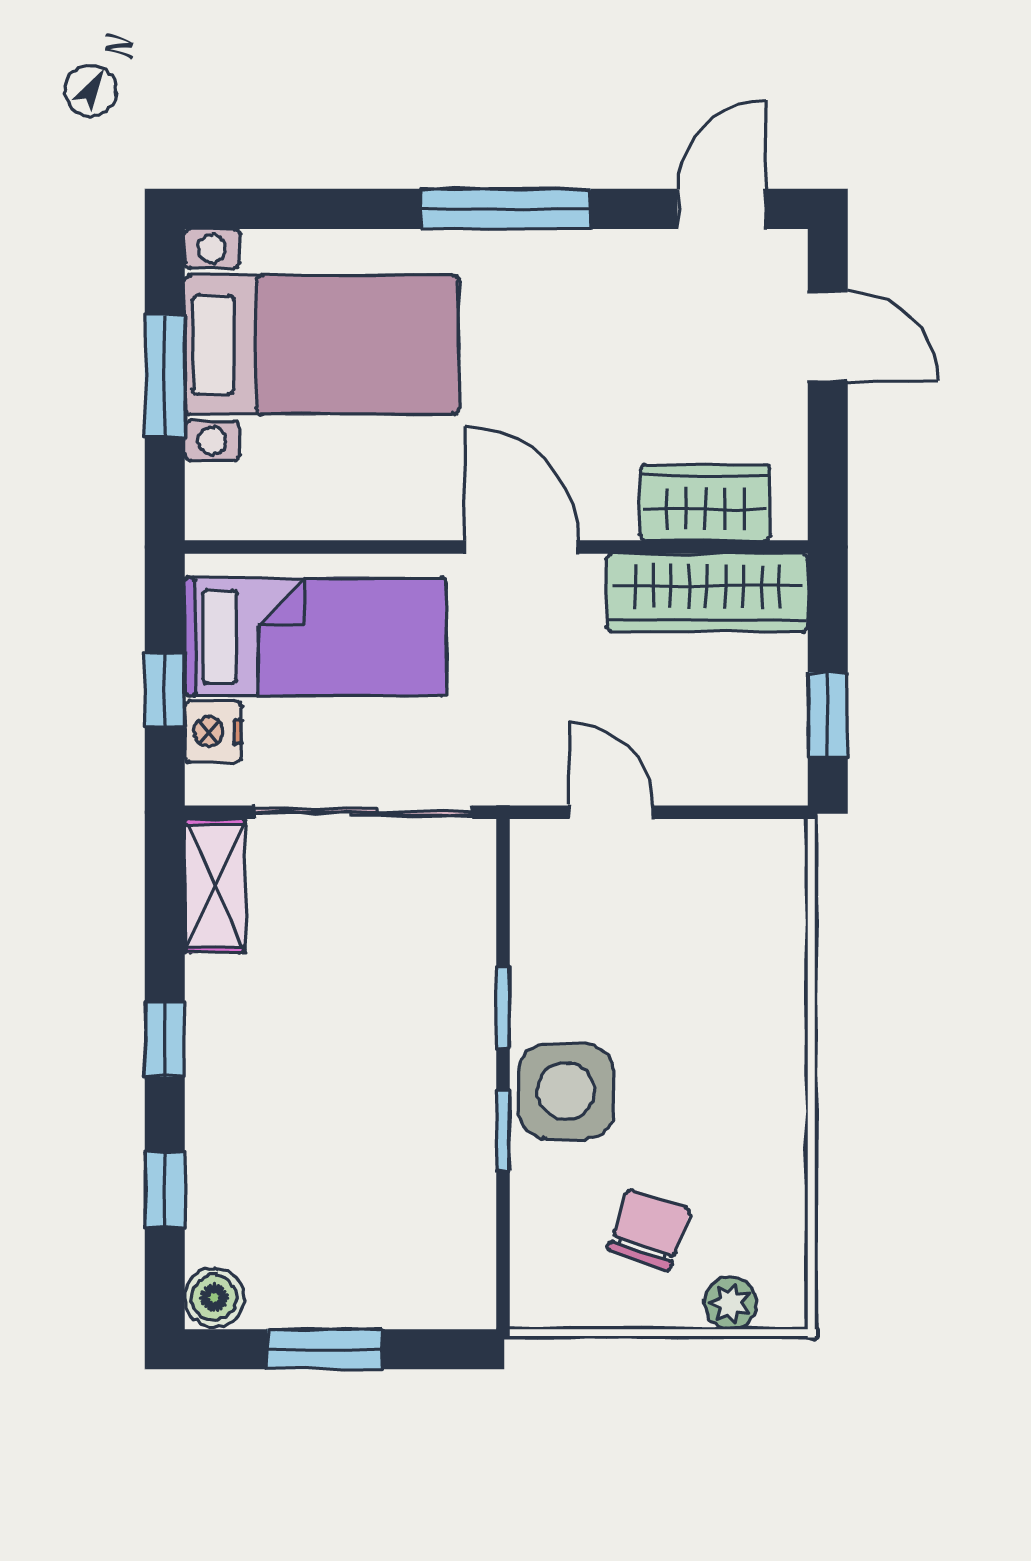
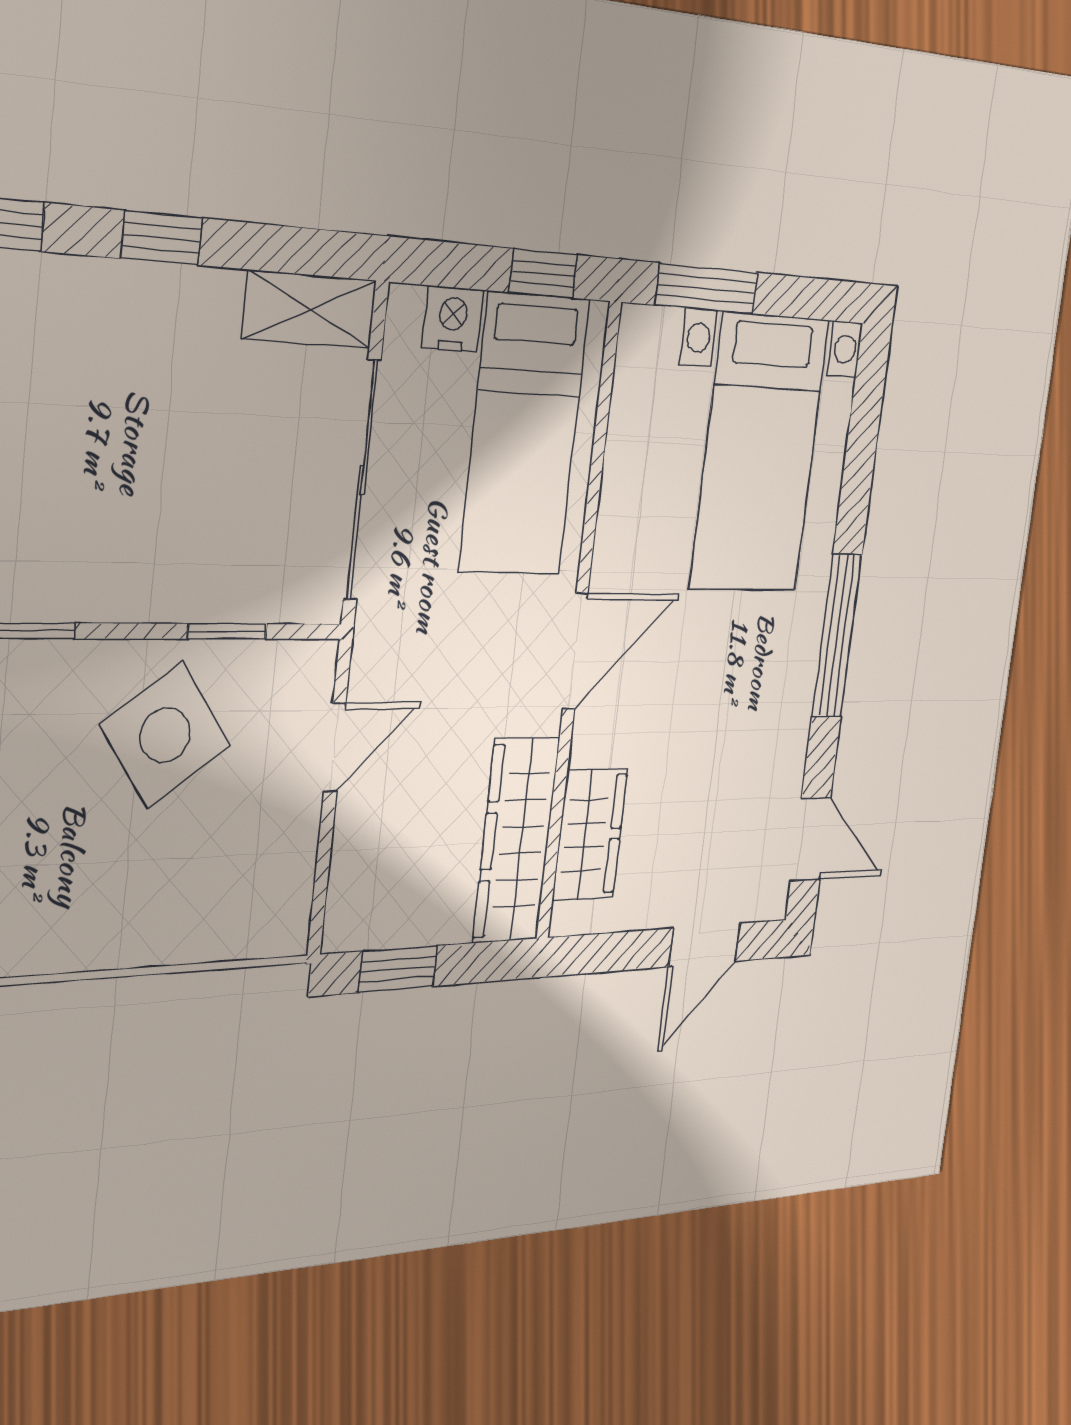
window: (165, 376) -> (707, 289), moved
window: (165, 690) -> (543, 274), moved
window: (503, 1007) -> (227, 631), moved
side table: (566, 1091) -> (165, 735), moved, turned -36

